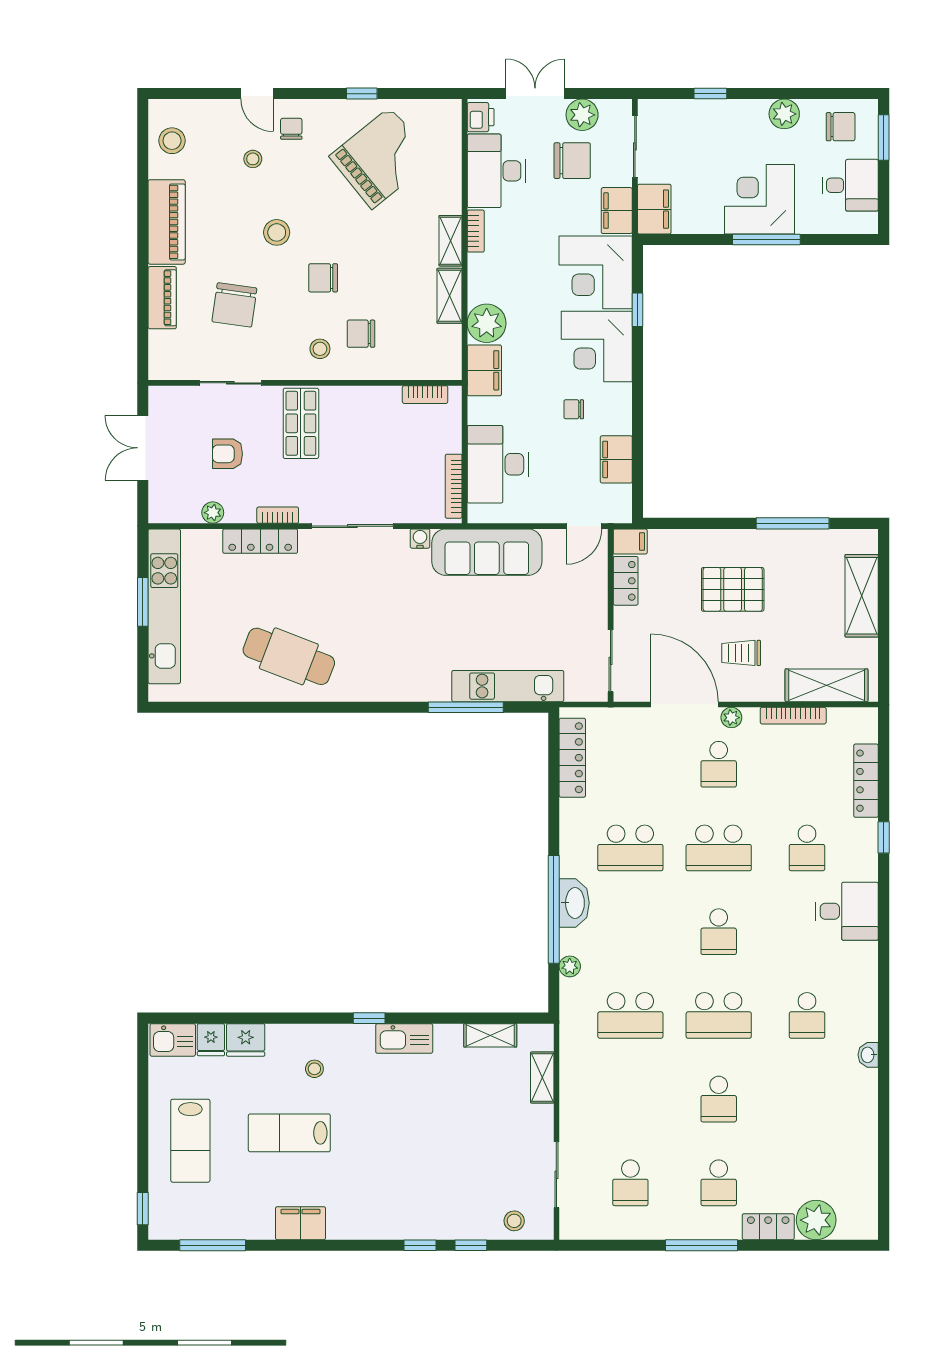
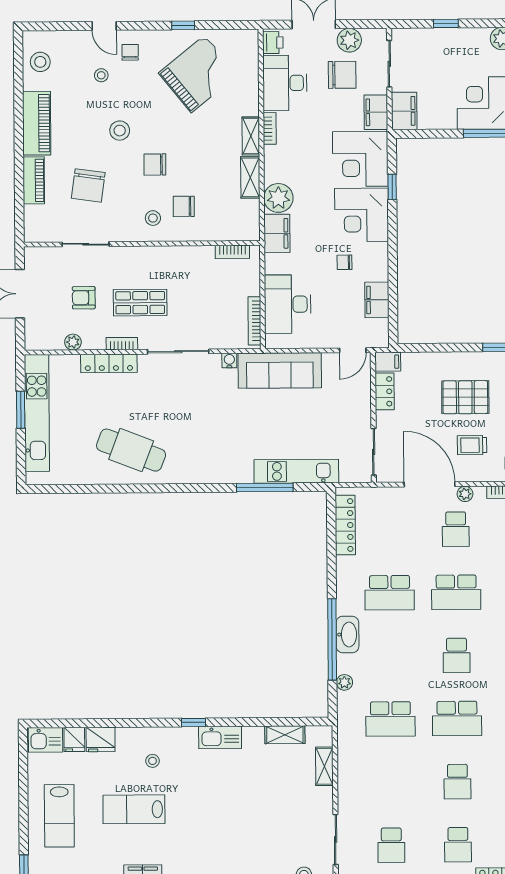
shop shelf: (301, 423) -> (140, 303), moved, turned 90

